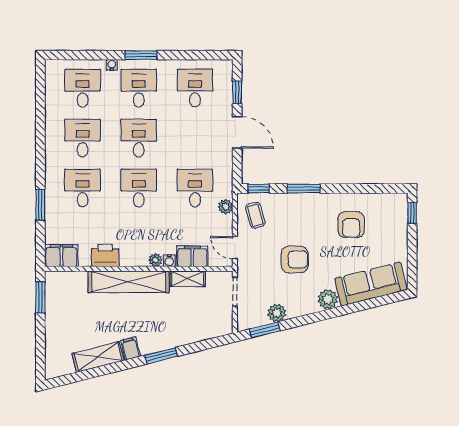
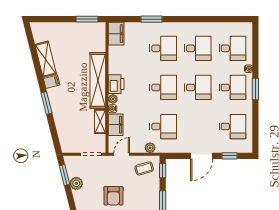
printer: (105, 255) -> (116, 84), moved

